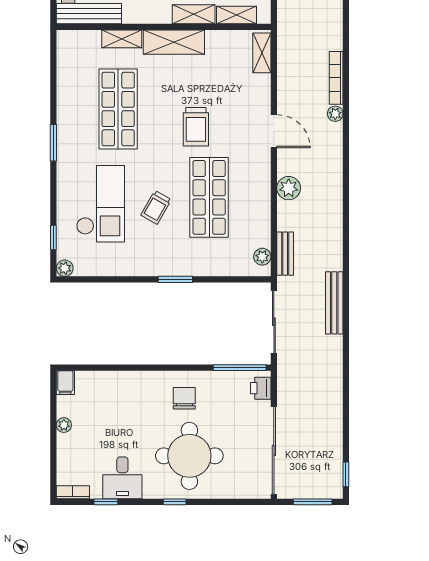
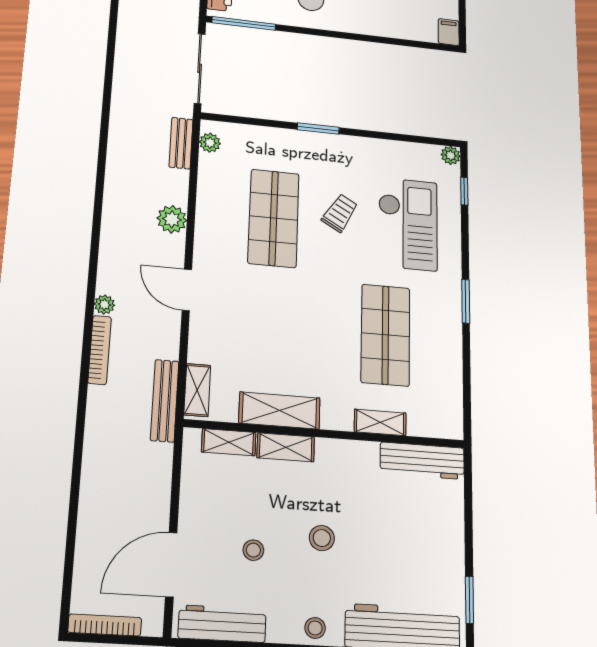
shelving: (174, 42) -> (279, 411), moved
trolley: (196, 127) -> (287, 305), removed
checkout: (100, 204) -> (408, 224), turned 180
bench: (334, 303) -> (165, 401), moved

